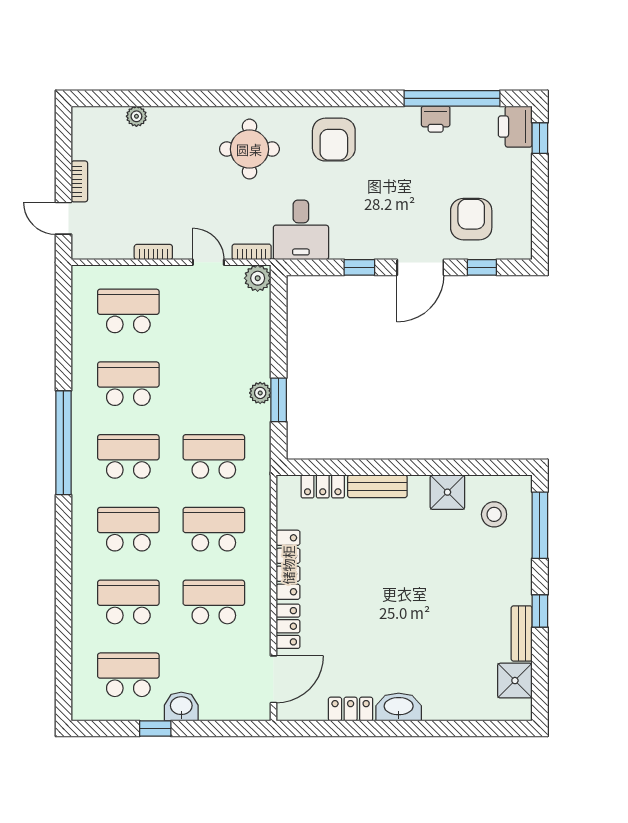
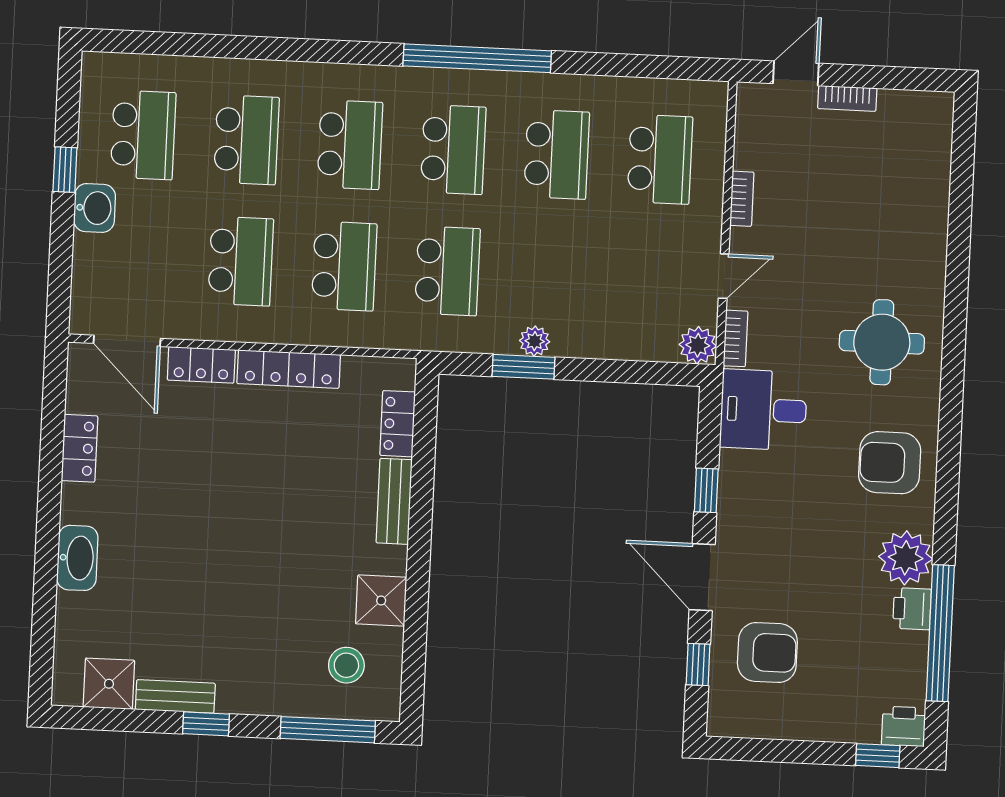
plant: (136, 116) -> (906, 558), moved, width x1.88, depth x1.88
printer: (515, 127) -> (904, 726), width x0.73, depth x0.81
washbasin: (399, 707) -> (77, 558), moved

